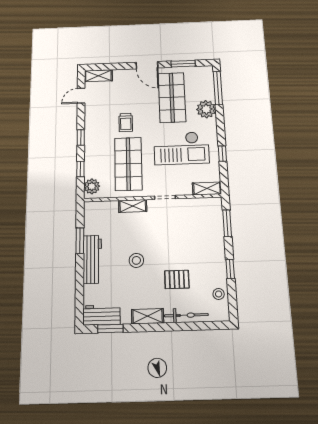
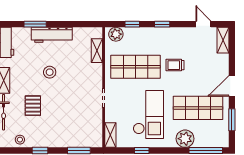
checkout: (181, 148) -> (148, 114), turned 180
shelving: (133, 206) -> (97, 51), moved
window: (80, 241) -> (35, 24), moved

